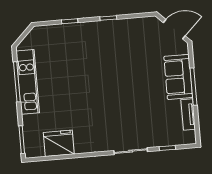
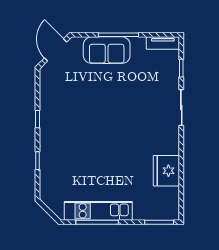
tv unit: (188, 115) -> (163, 43), moved
fridge: (59, 143) -> (166, 171), moved

